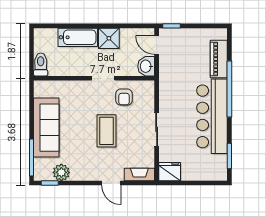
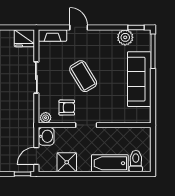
shower: (109, 38) -> (67, 162), moved
door: (157, 45) -> (36, 156), swing flipped
toilet: (41, 65) -> (136, 161), moved, turned 180
plant: (147, 86) -> (46, 118), added
armchair: (124, 97) -> (67, 108), turned 90
coffee table: (107, 131) -> (83, 76), turned -31

